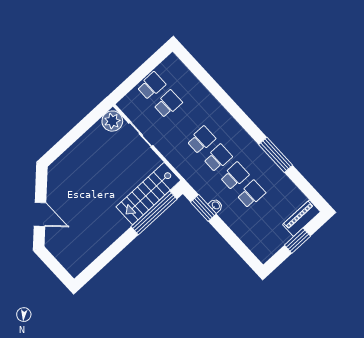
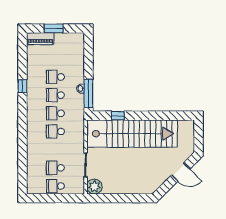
window: (276, 155) -> (22, 86), width x0.46
stairs: (148, 194) -> (132, 134), width x1.86, depth x1.51
window: (203, 208) -> (88, 94), width x1.44
window: (154, 213) -> (118, 116), width x0.32
door: (40, 214) -> (181, 172), swing flipped

